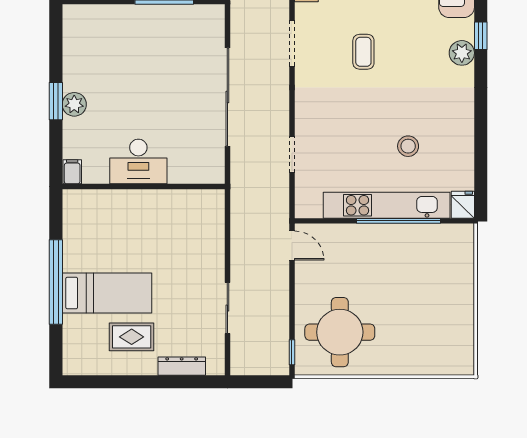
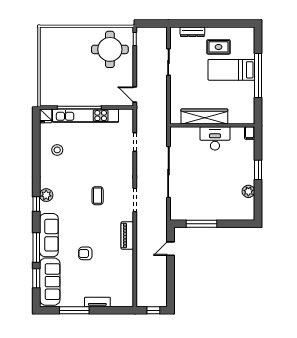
plant: (74, 104) -> (248, 191), moved
stool: (408, 146) -> (57, 150), moved
wardrobe: (159, 204) -> (204, 116), added

